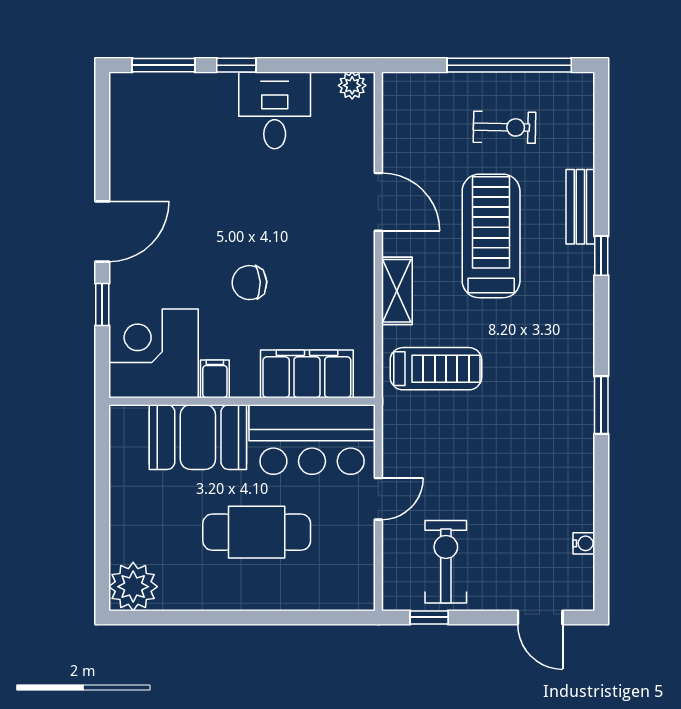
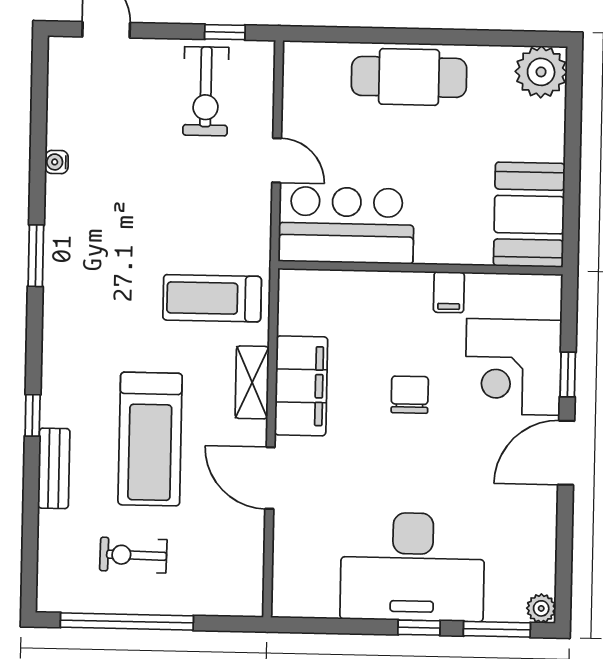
plant: (352, 85) -> (541, 608), moved
desk: (275, 110) -> (412, 567), width x1.87, depth x1.30
chair: (249, 283) -> (410, 395), turned -87
corner desk: (154, 353) -> (513, 367), moved, turned 90
filing cabinet: (307, 374) -> (301, 386), moved, turned -90
booth: (198, 437) -> (529, 215), moved, turned 90
door: (378, 499) -> (277, 160), swing flipped
cafe table: (257, 532) -> (409, 77), moved
water cooler: (584, 543) -> (57, 162), moved

